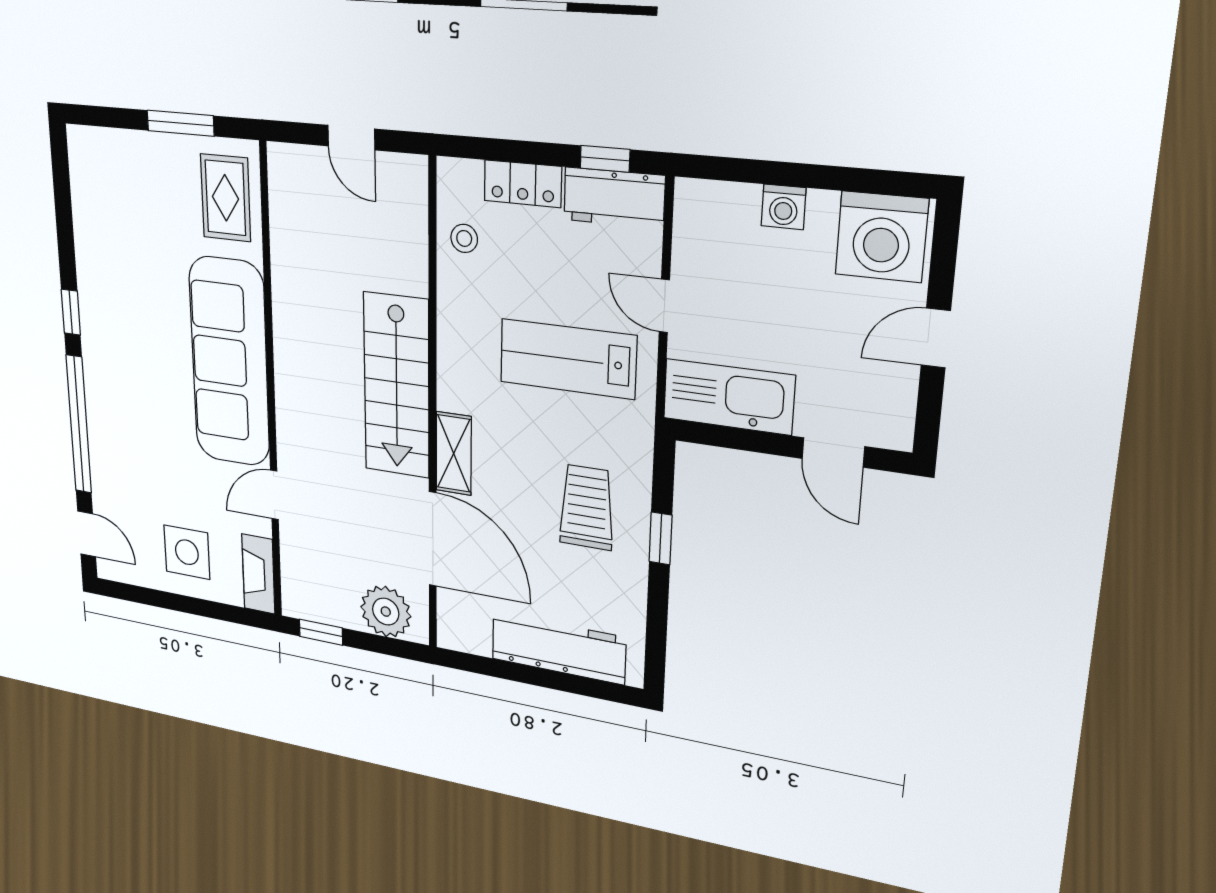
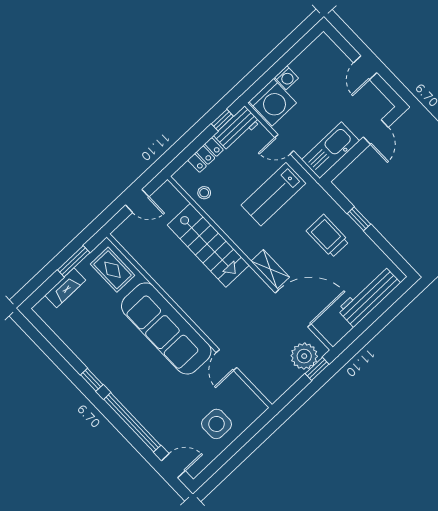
washing machine: (882, 237) -> (273, 102), moved
stairs: (397, 386) -> (208, 245), moved
door: (833, 452) -> (376, 132), hinge flipped
fireplace: (258, 574) -> (65, 288), moved, turned -90
window: (321, 632) -> (317, 369), moved

